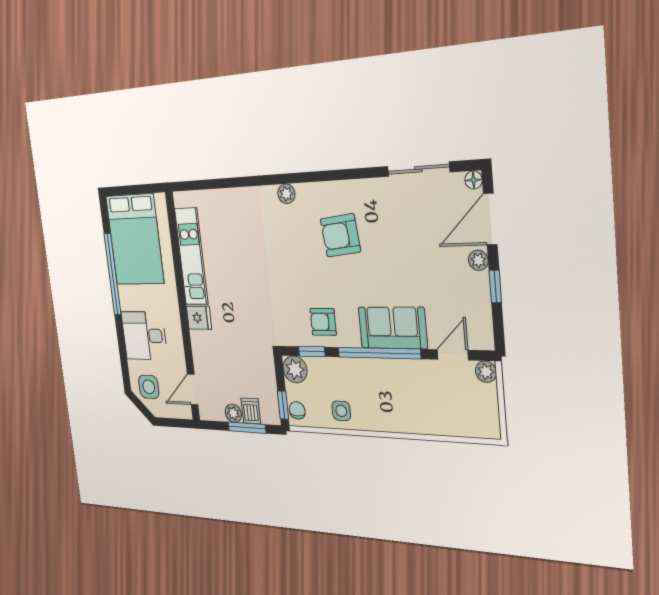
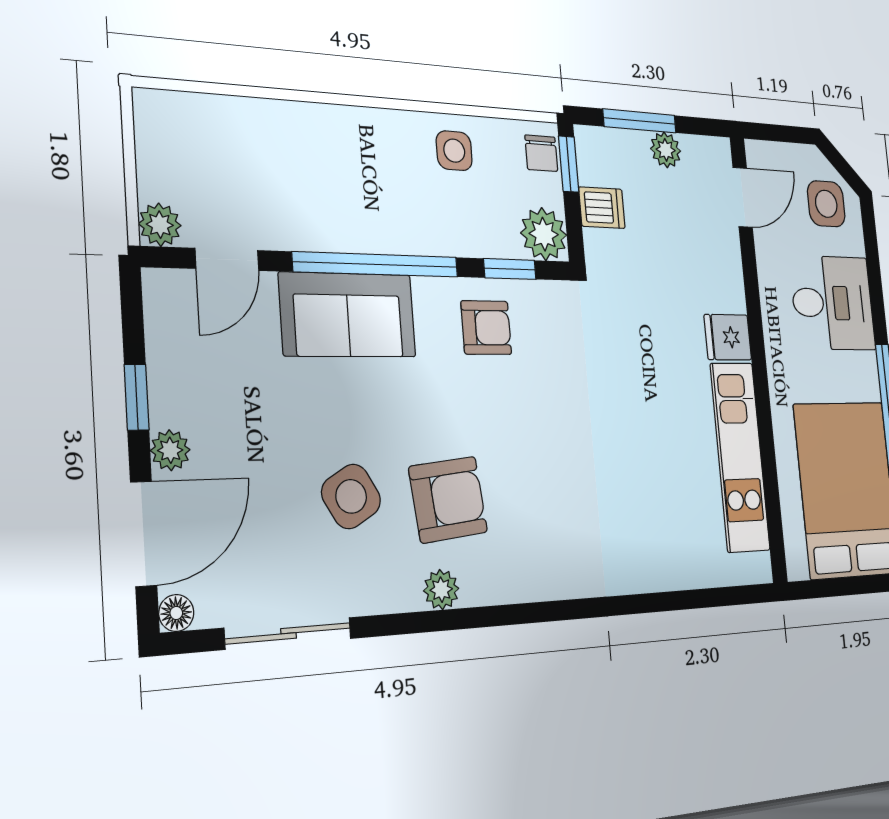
plant: (286, 194) -> (441, 590), moved
side table: (389, 237) -> (351, 496), added
dishwasher: (251, 411) -> (602, 208), moved, turned -90

